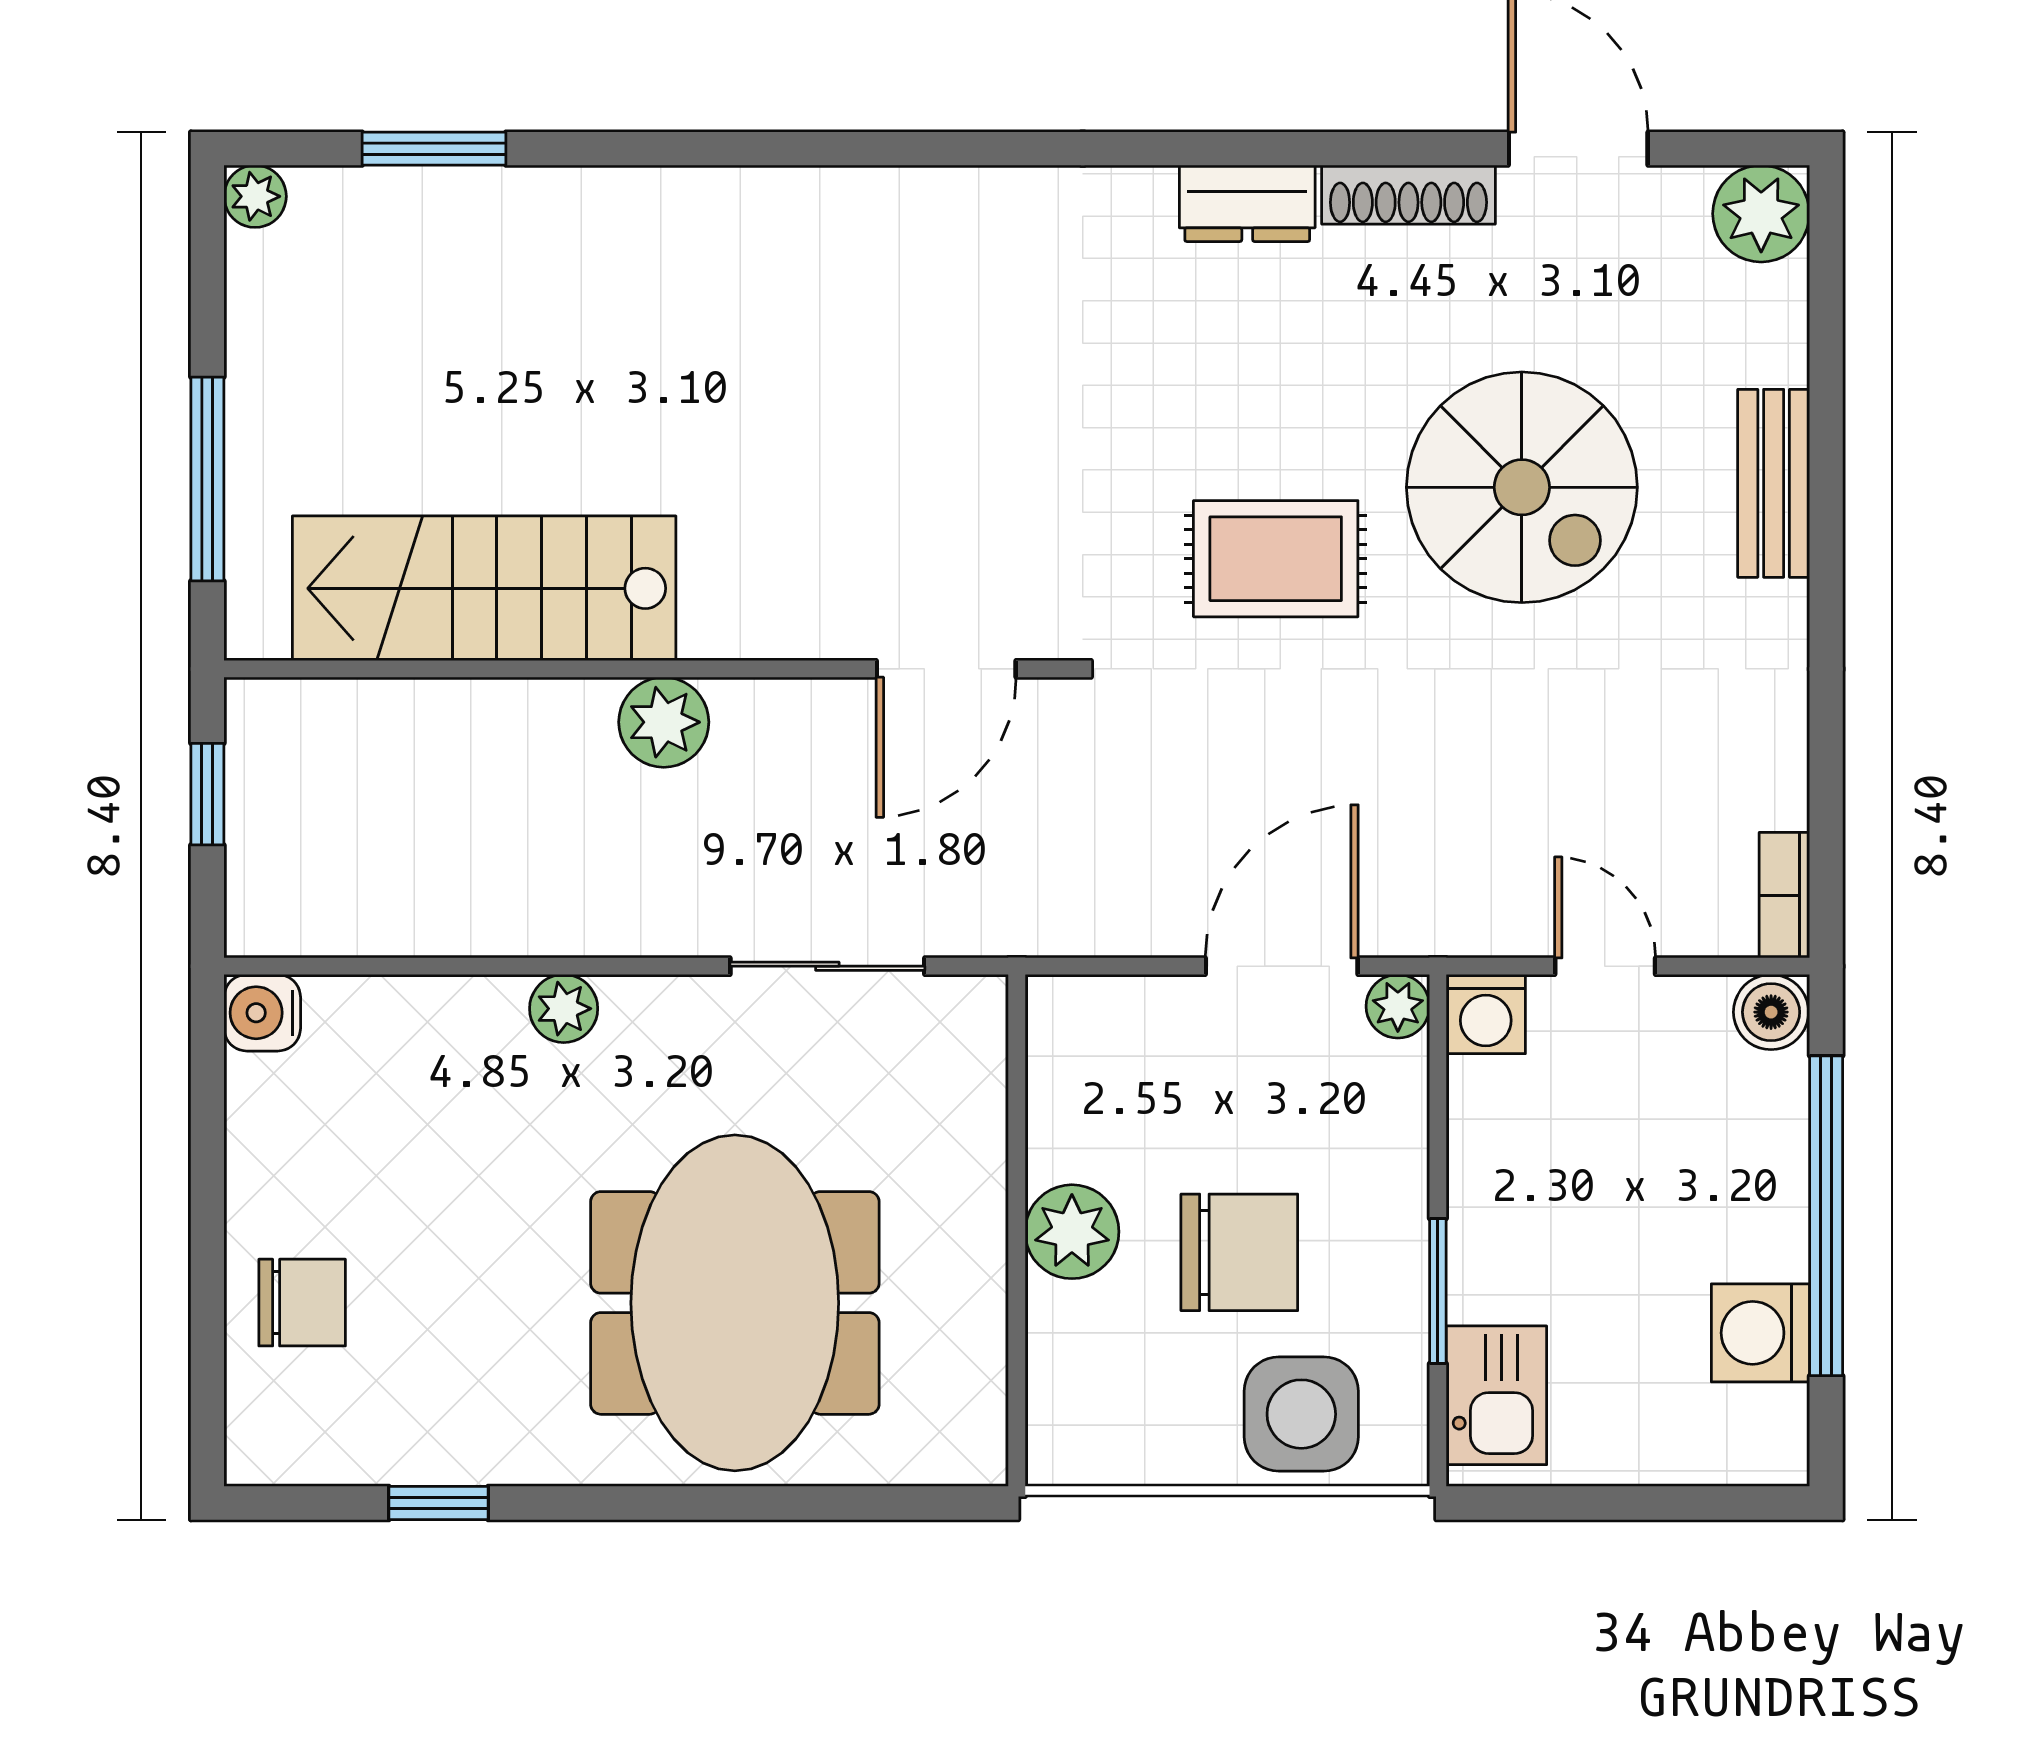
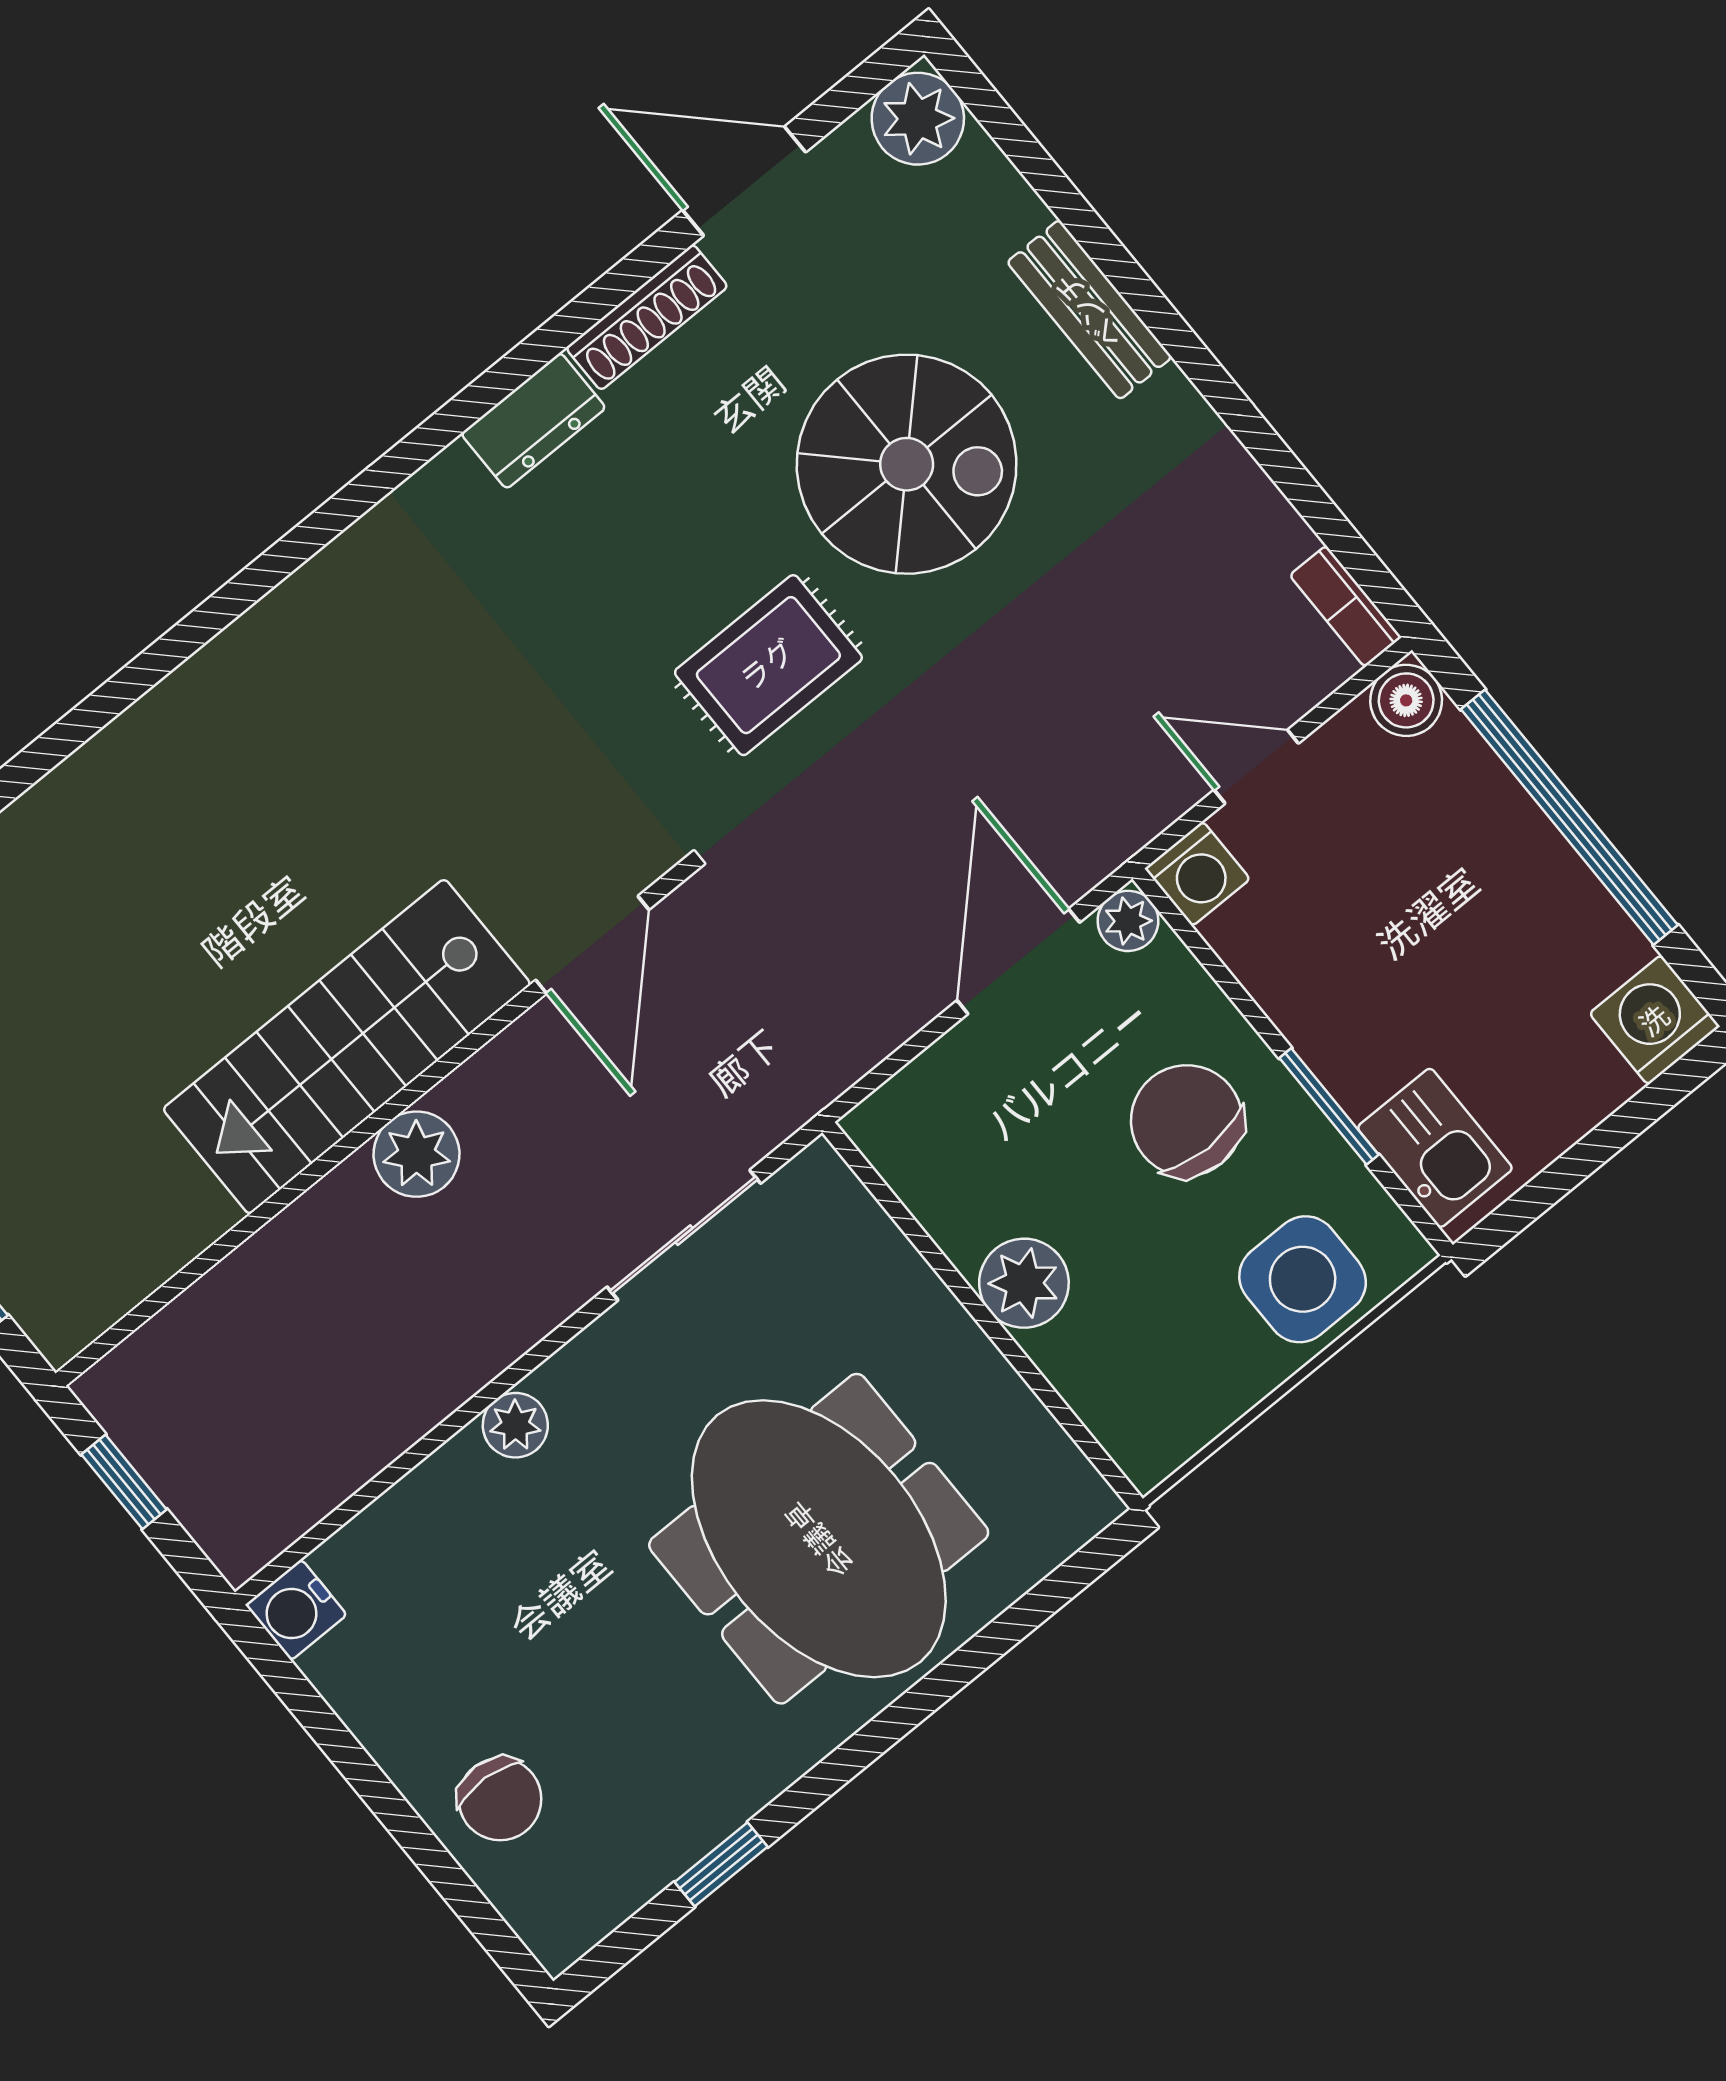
stairs: (484, 588) -> (347, 1047), moved
chair: (1239, 1252) -> (1187, 1121), moved, turned -90
chair: (302, 1303) -> (500, 1799), turned 93
washing machine: (1760, 1333) -> (1655, 1020), moved, turned 90

